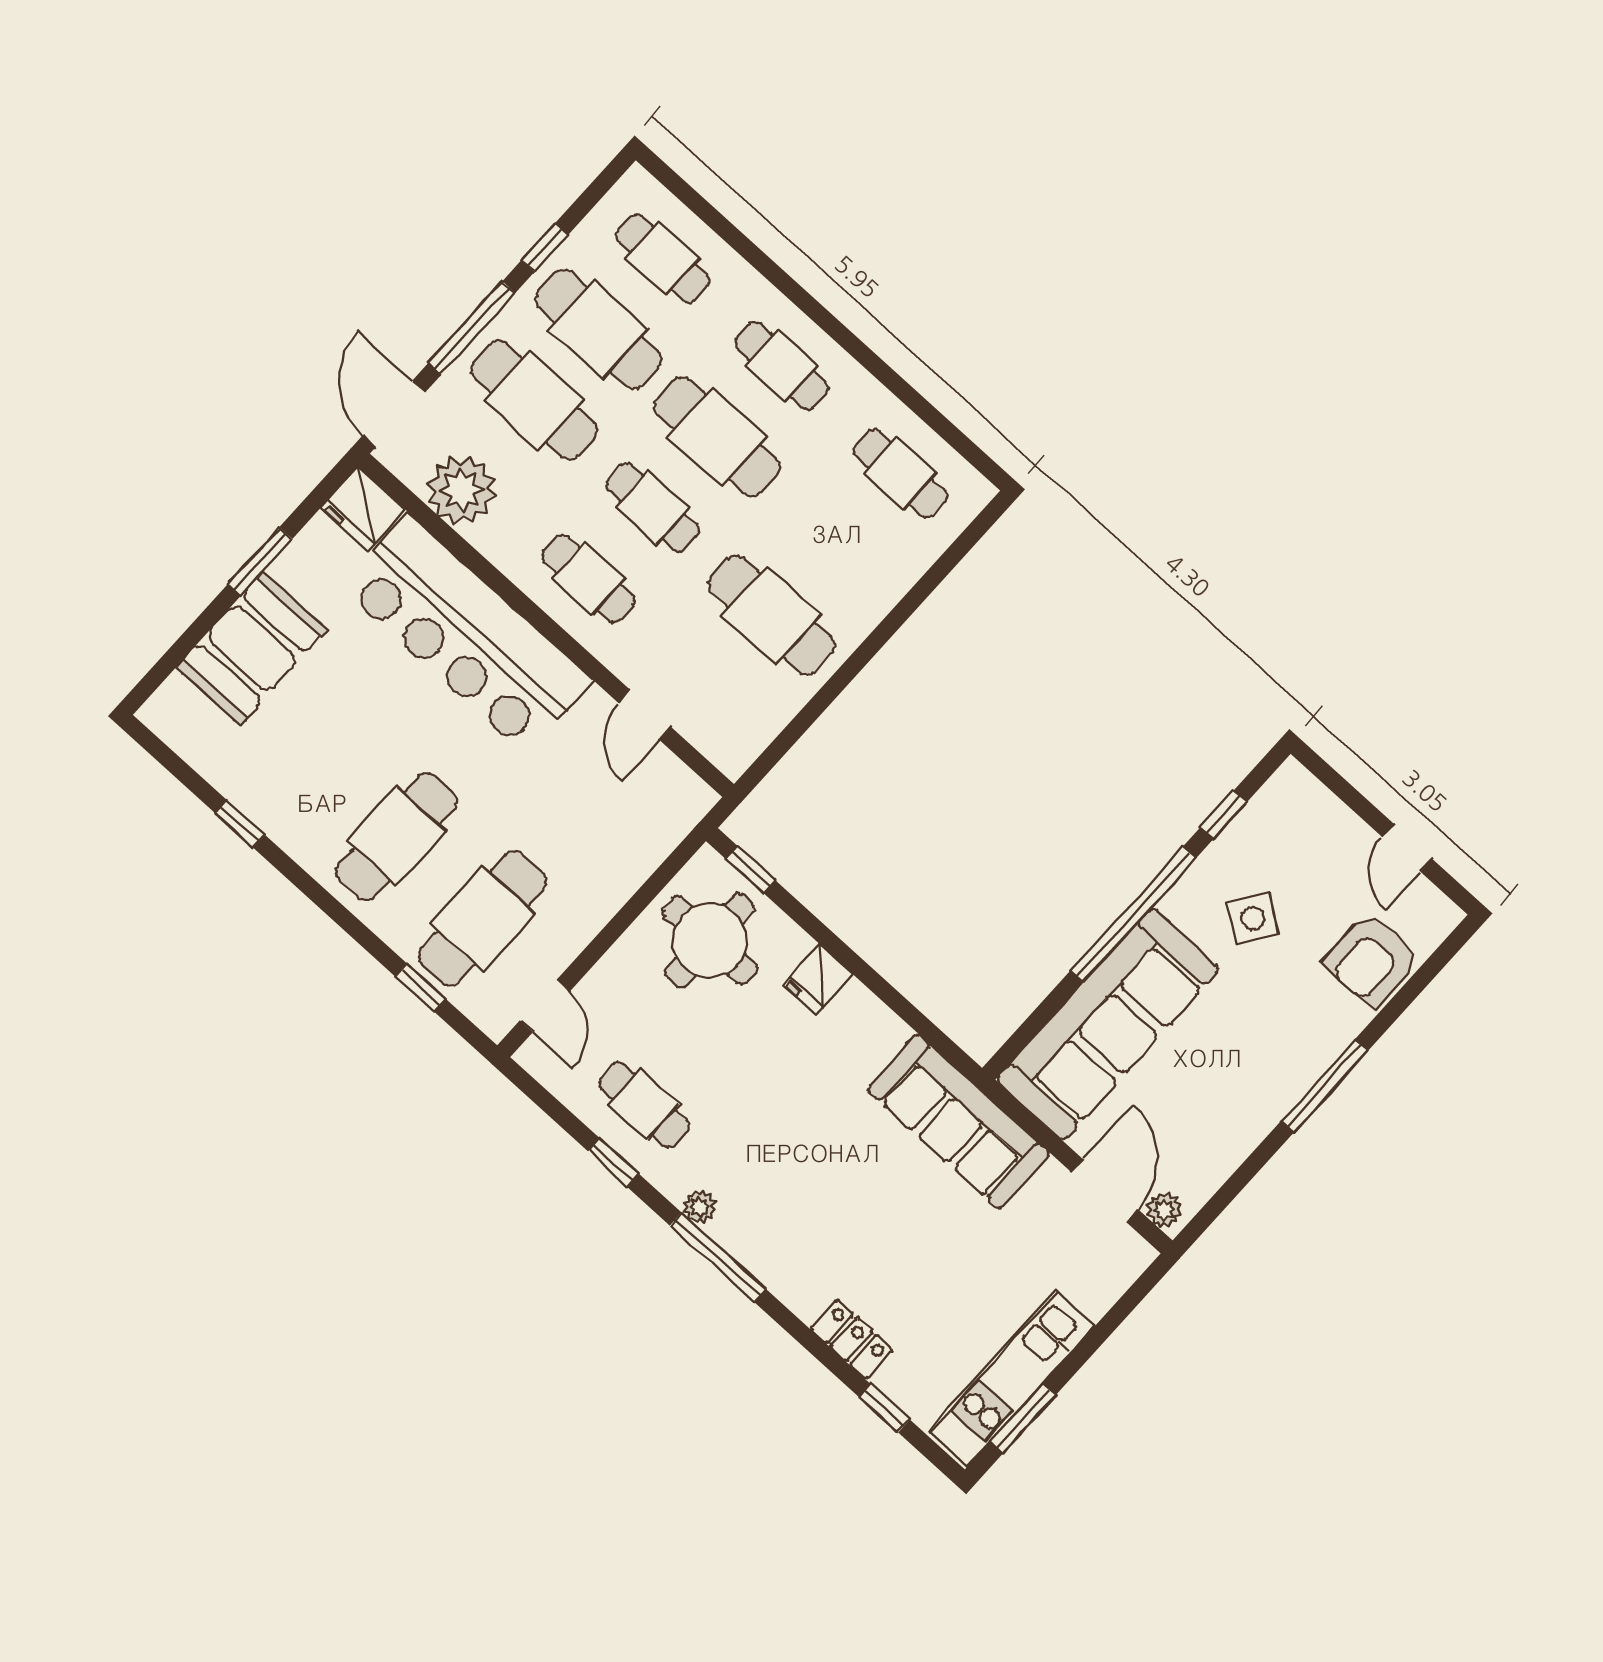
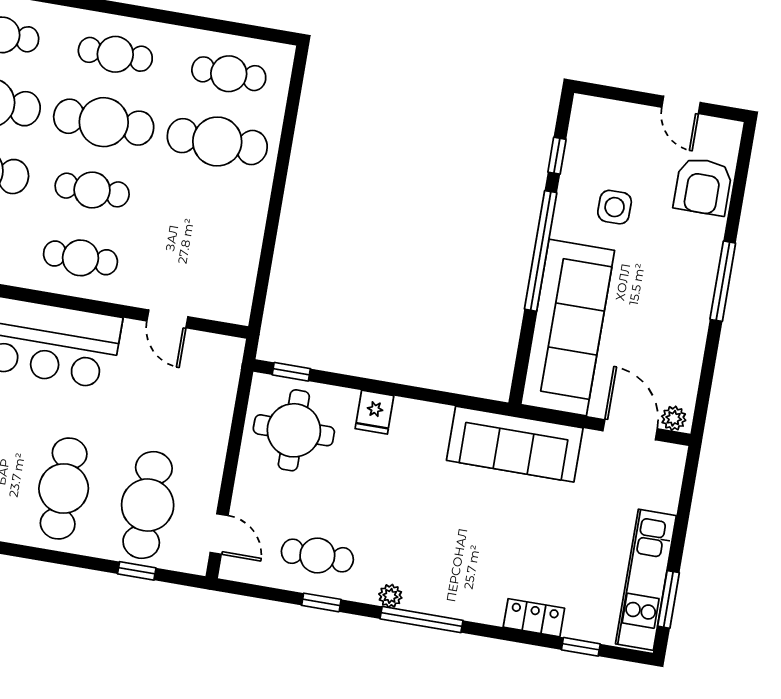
cafe table: (771, 615) -> (217, 142), moved
side table: (1253, 918) -> (615, 207), turned -35

